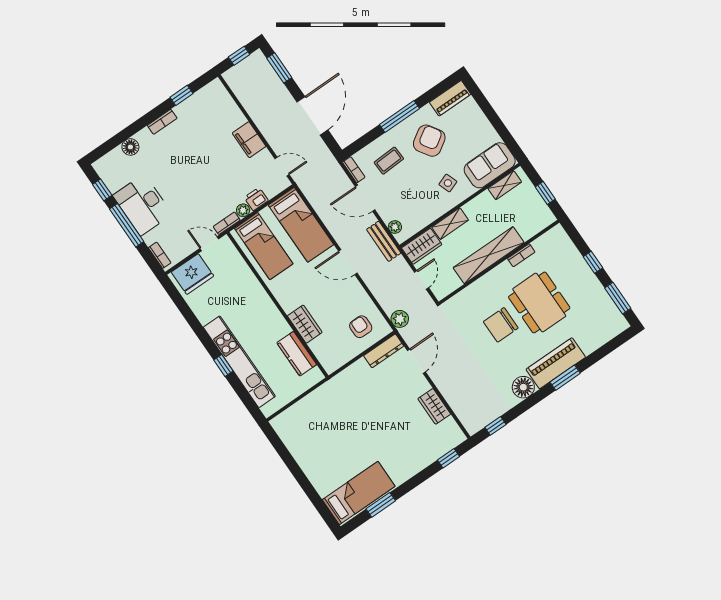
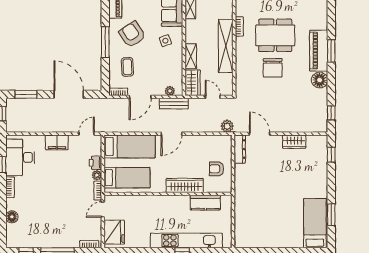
desk: (143, 205) -> (20, 157), moved, turned 90
wardrobe: (305, 324) -> (185, 185), width x1.50
armchair: (361, 327) -> (217, 169), moved

